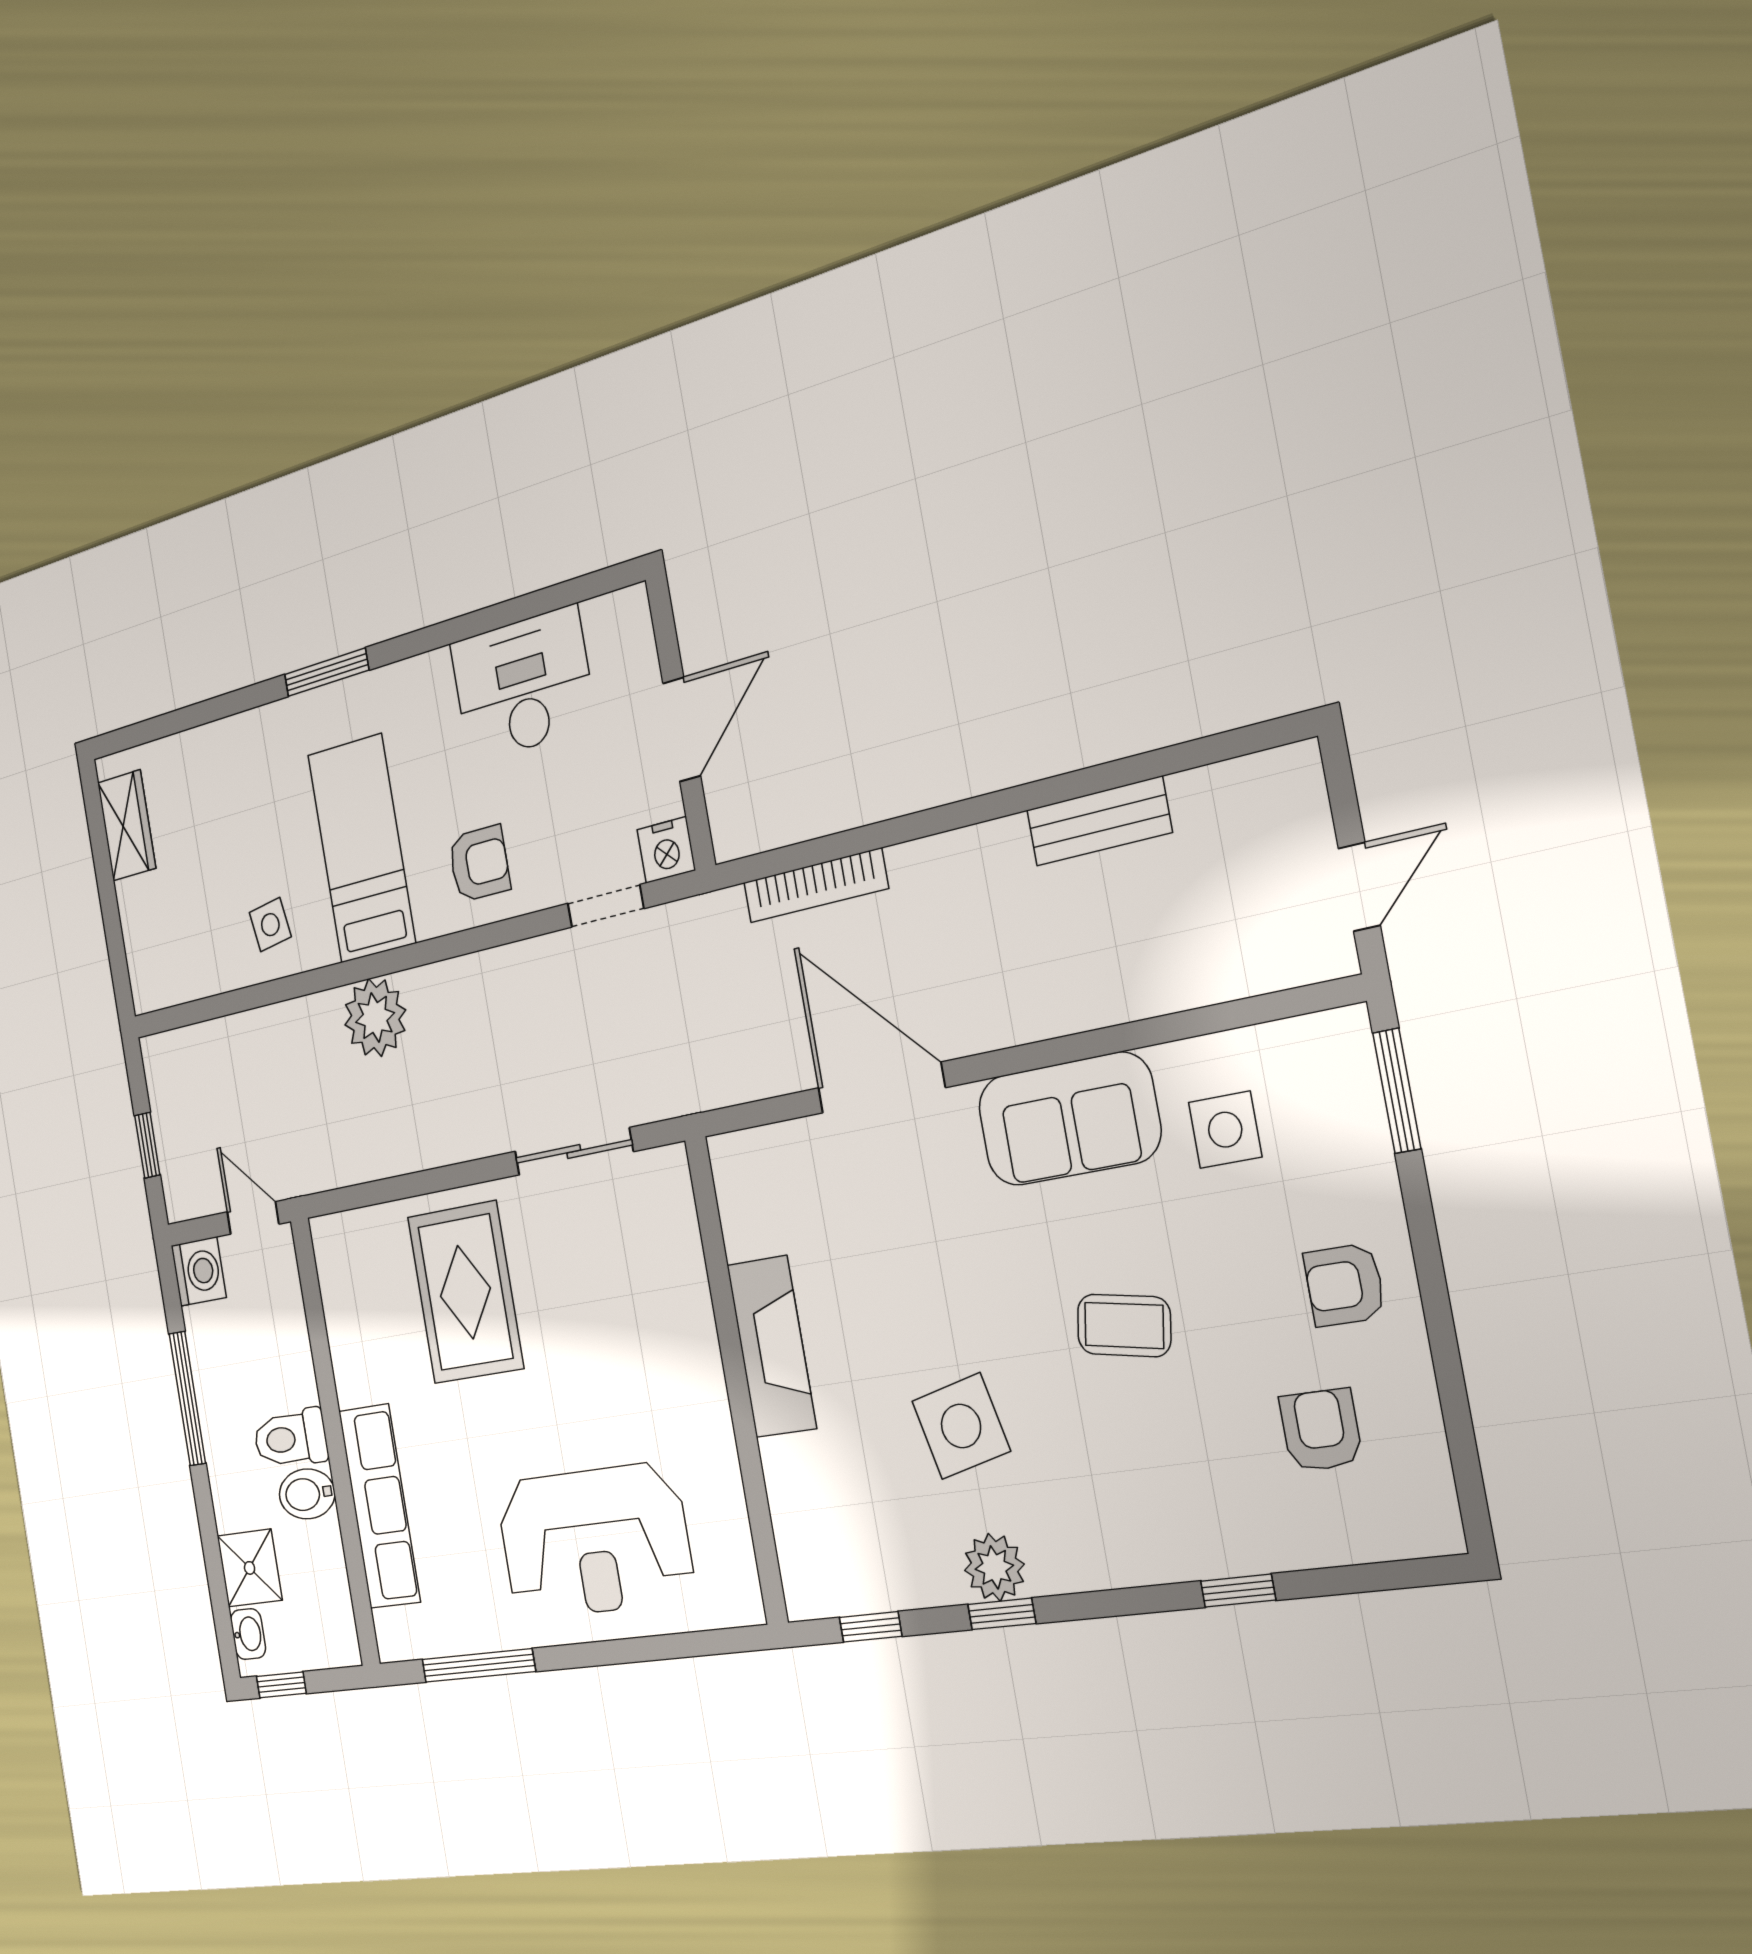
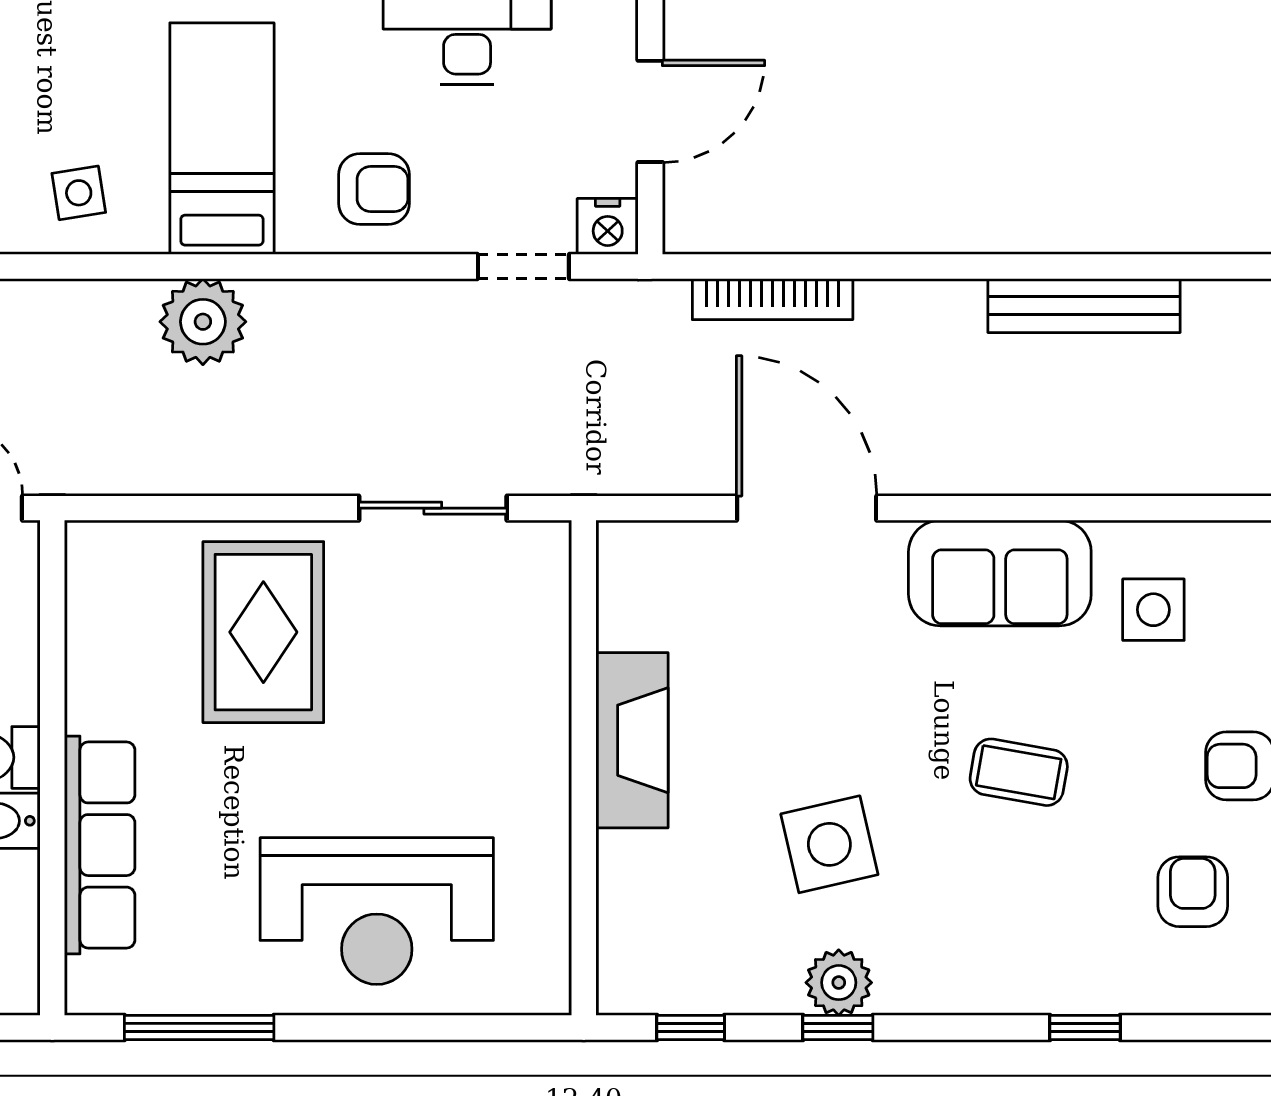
bench: (1099, 821) -> (1084, 306), width x1.36

